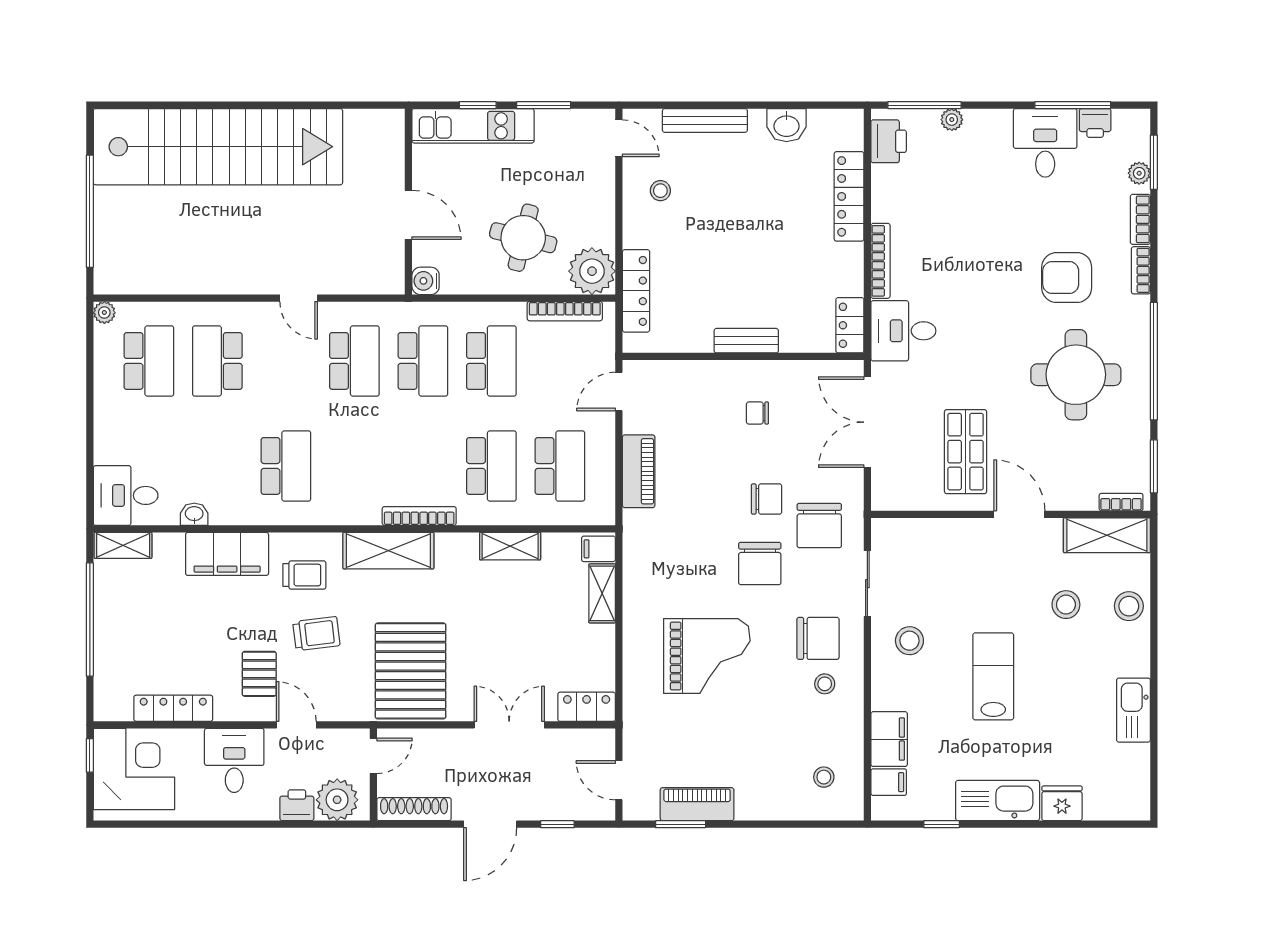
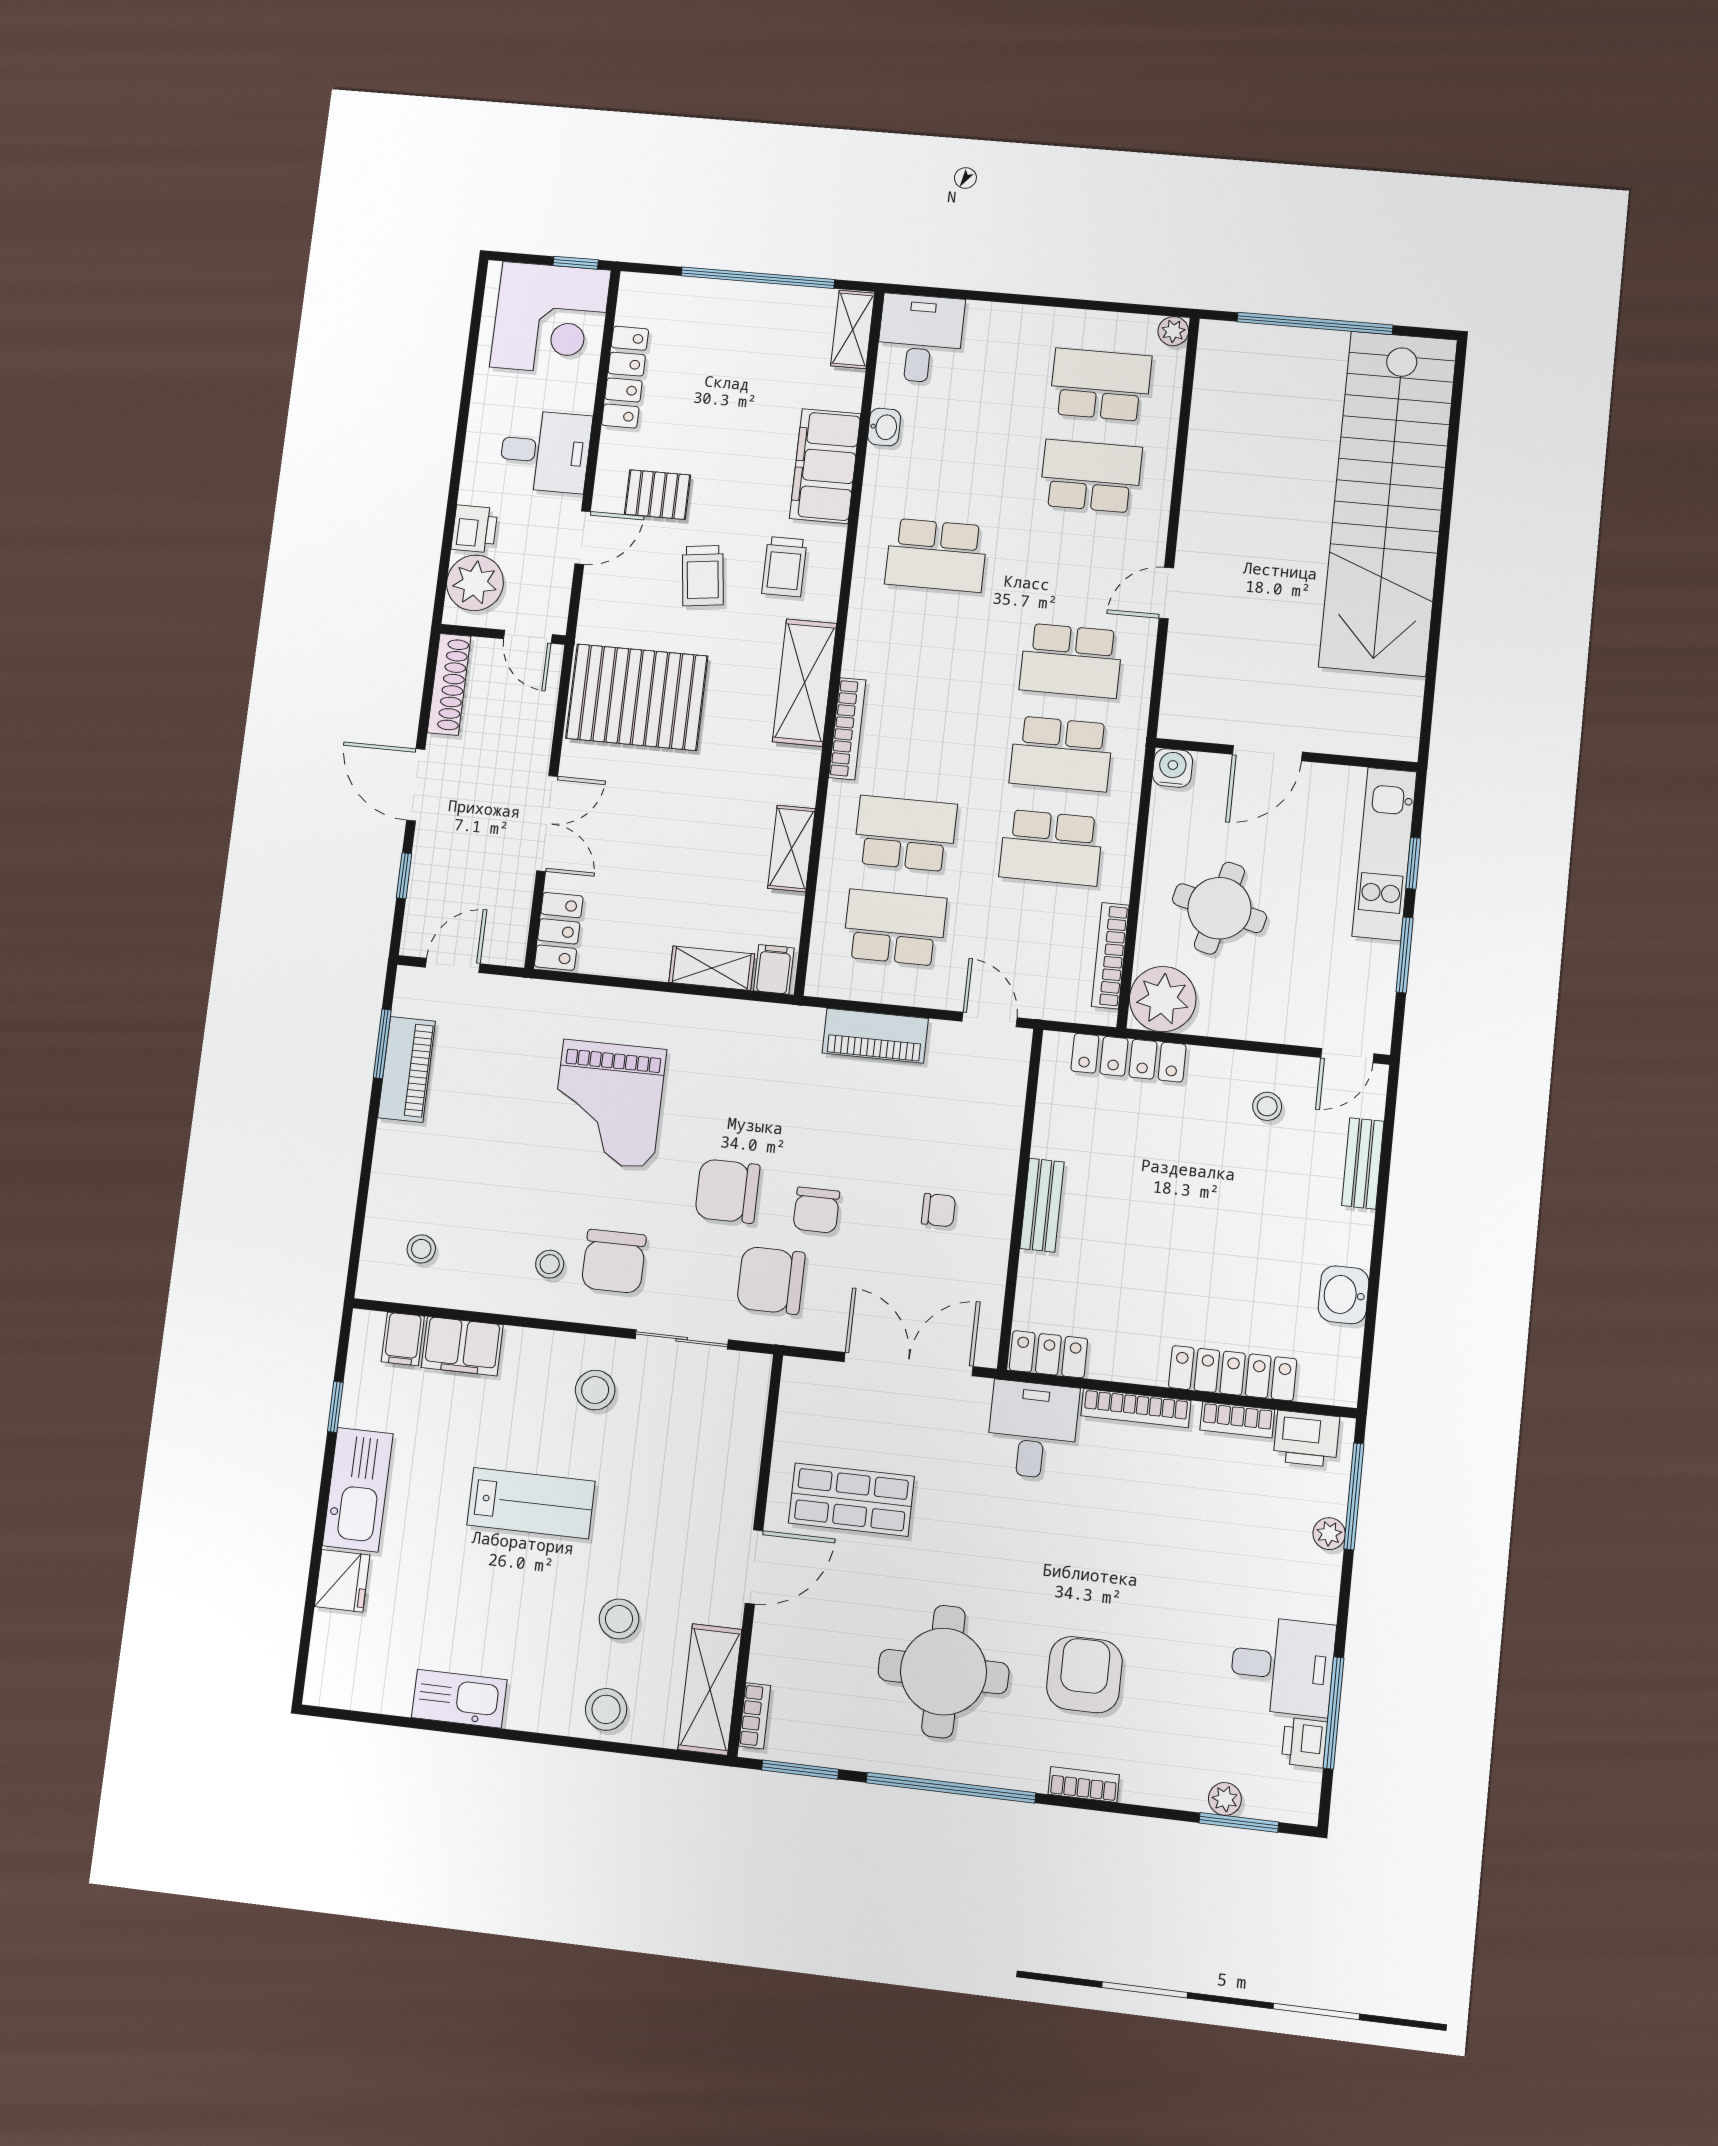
bench: (705, 120) -> (1363, 1163), width x0.73
bookcase: (1140, 219) -> (1237, 1420), moved, turned 180
school desk: (149, 361) -> (1100, 385), turned 180
chair: (757, 413) -> (938, 1210), turned 90
school desk: (491, 466) -> (905, 834), turned 180
school desk: (560, 466) -> (895, 928), turned 180

